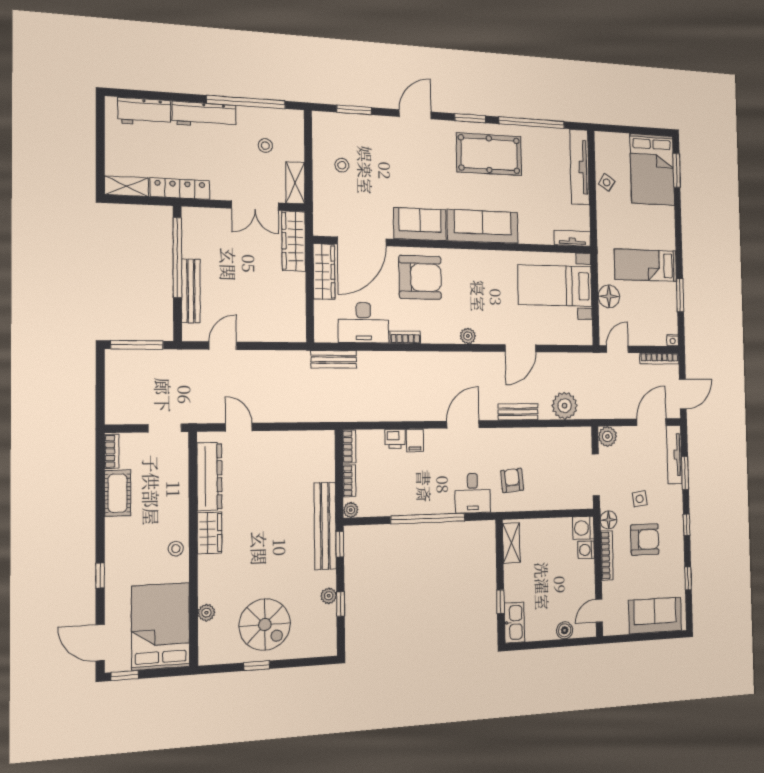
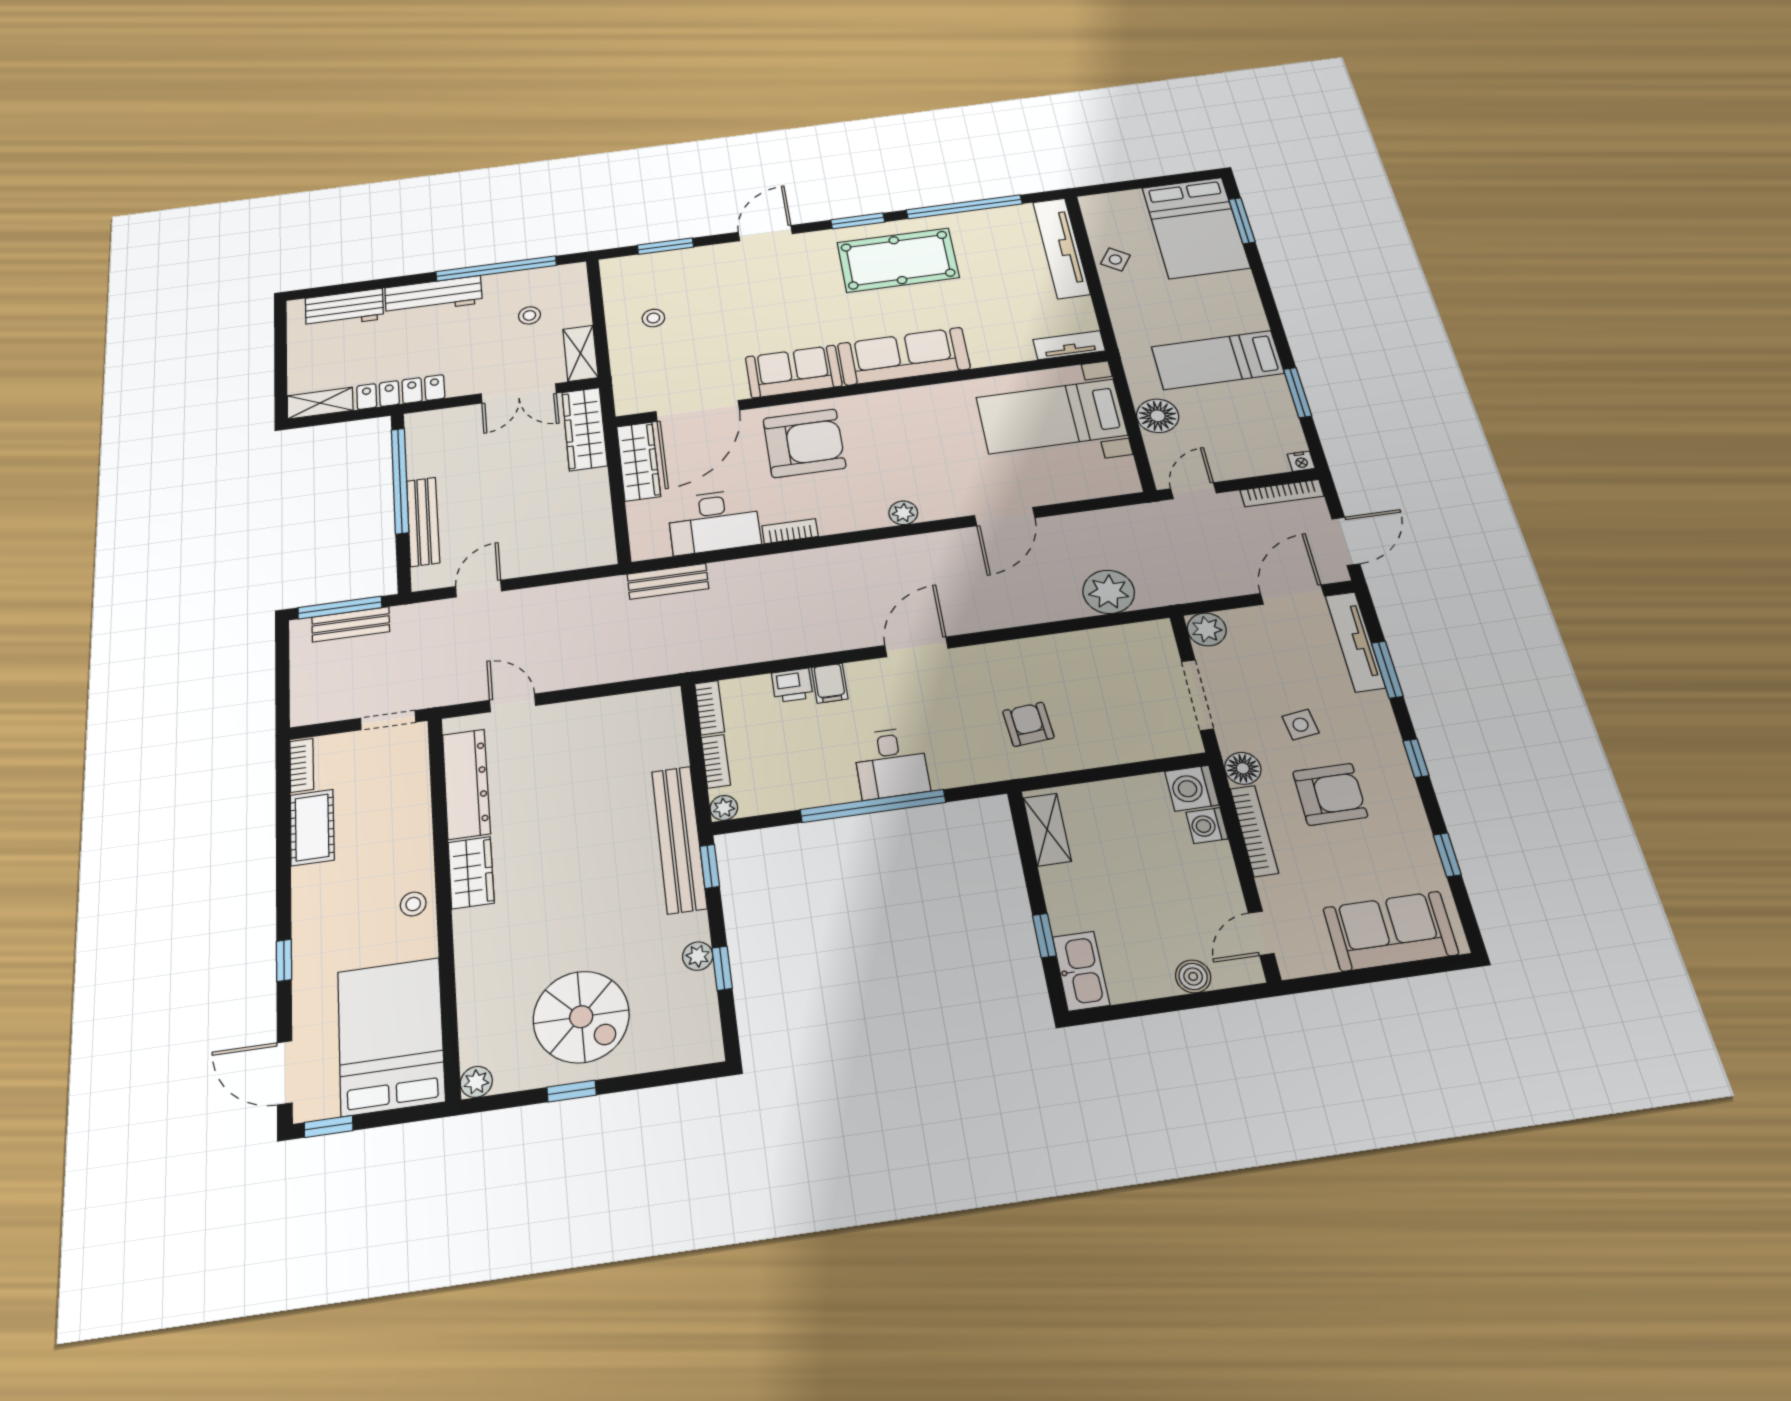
bench: (518, 412) -> (351, 624), moved
desk: (473, 493) -> (891, 763), moved
plant: (206, 613) -> (476, 1082), moved

